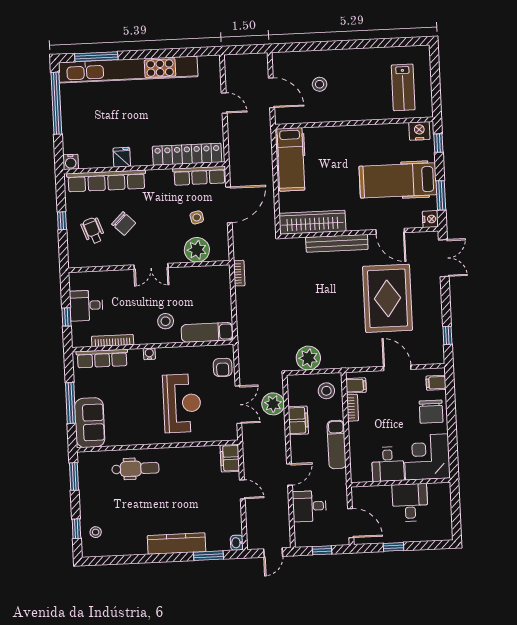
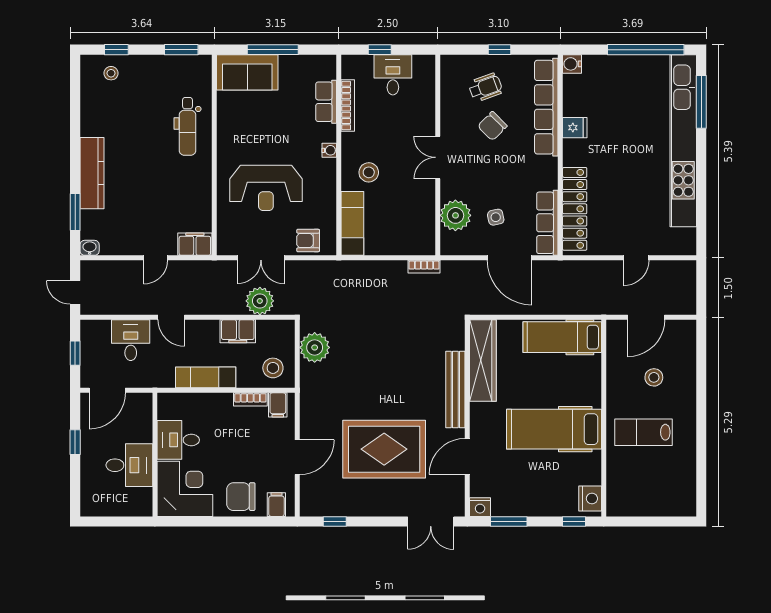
lab bench: (403, 87) -> (644, 432), moved
hospital bed: (398, 180) -> (554, 429), moved, turned -90
row of seats: (102, 359) -> (326, 102), width x0.68

